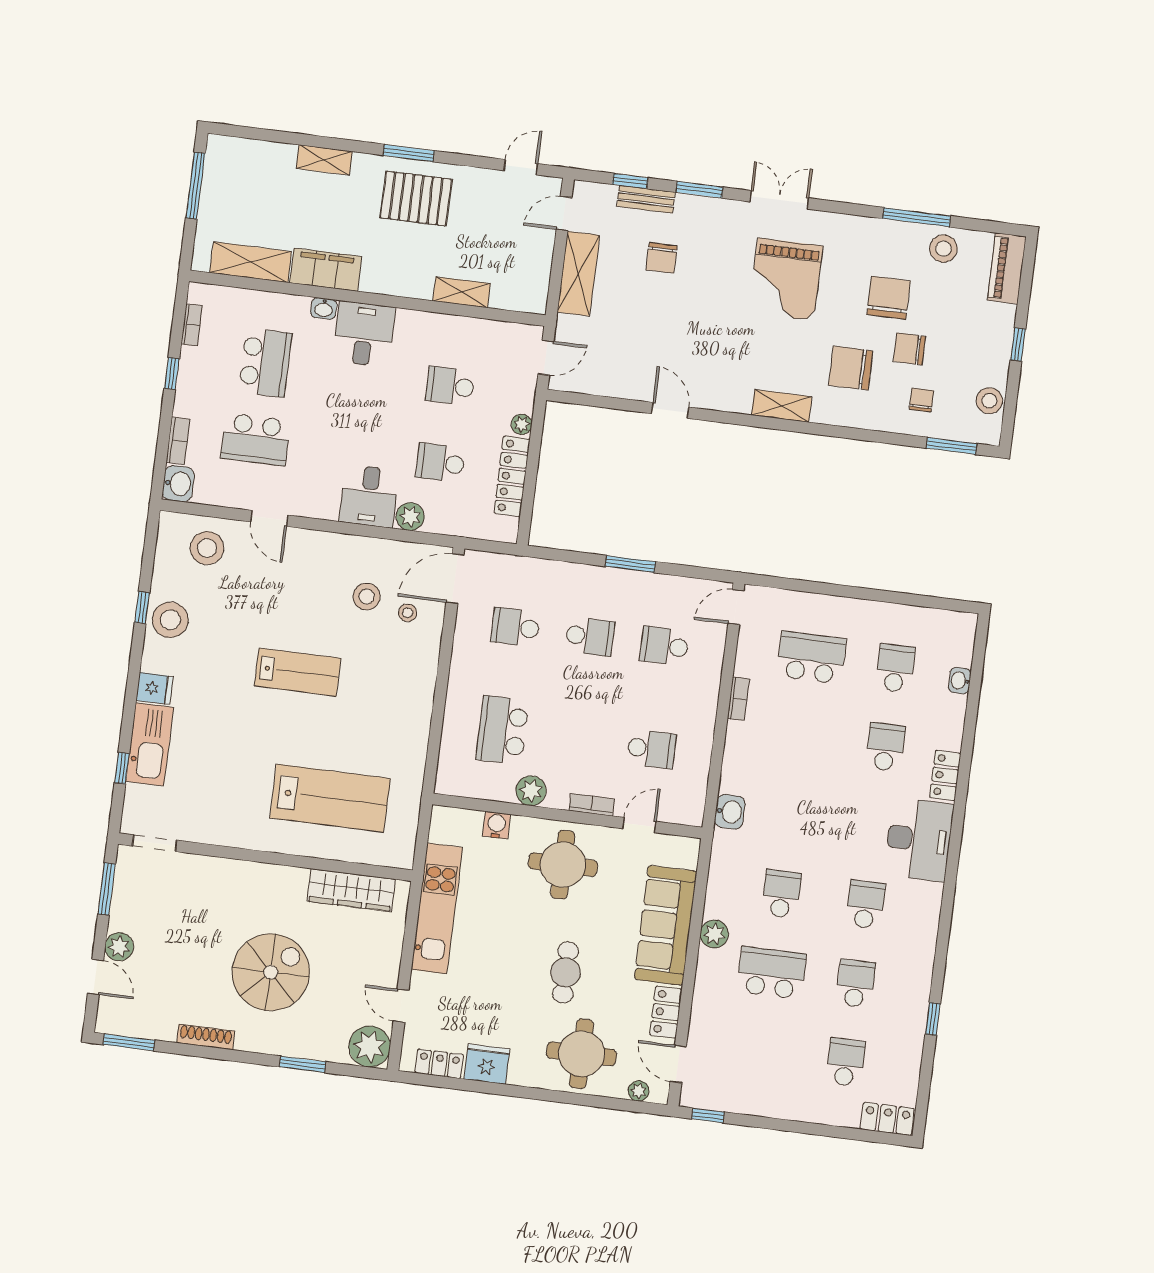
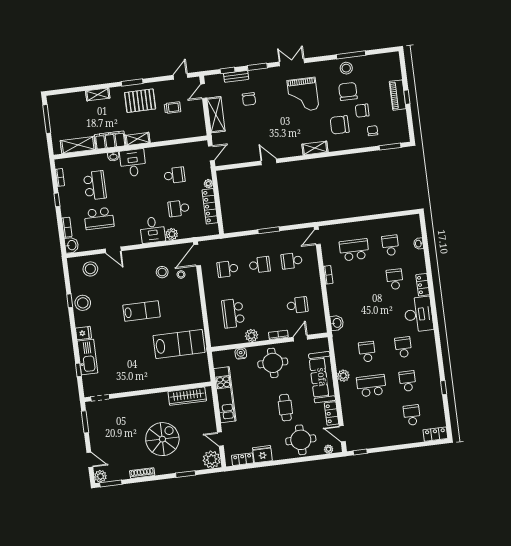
trolley: (485, 233) -> (172, 108), added
stool: (944, 249) -> (346, 68), moved
piano: (1007, 268) -> (398, 95), moved
shelving: (462, 292) -> (138, 139), moved
school desk: (450, 386) -> (174, 175), turned 180
stool: (989, 401) -> (401, 124), removed
lab bench: (330, 798) -> (179, 344), moved
plant: (119, 947) -> (100, 476), moved

